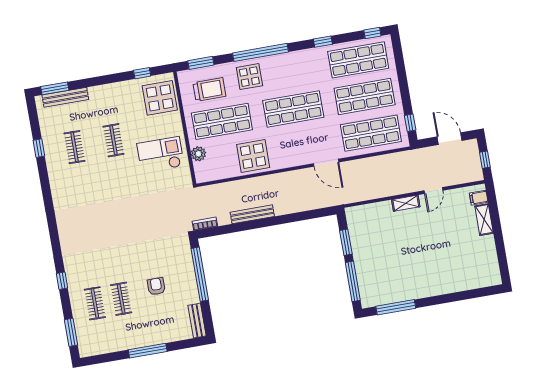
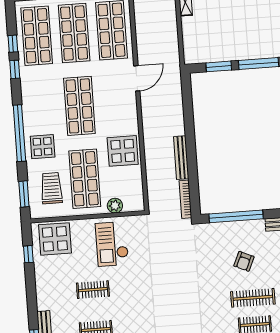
window: (372, 33) -> (13, 44), moved
bookcase: (205, 224) -> (185, 199), width x1.56
armchair: (156, 286) -> (244, 261), turned -66
clothes rail: (121, 299) -> (253, 298), width x1.36

